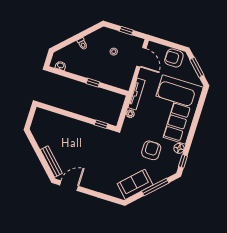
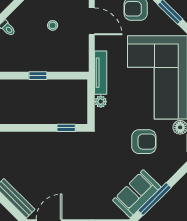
armchair: (151, 150) -> (144, 142), turned 90
window: (155, 187) -> (155, 199), moved

